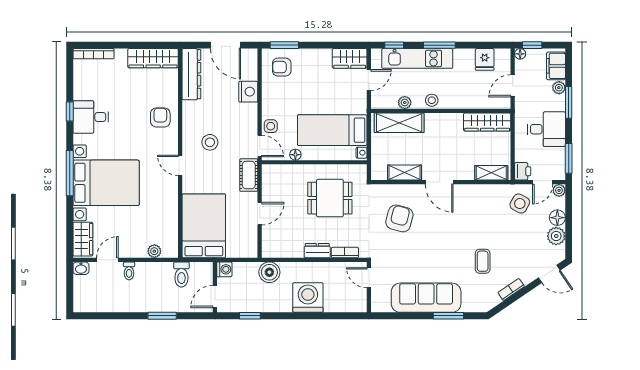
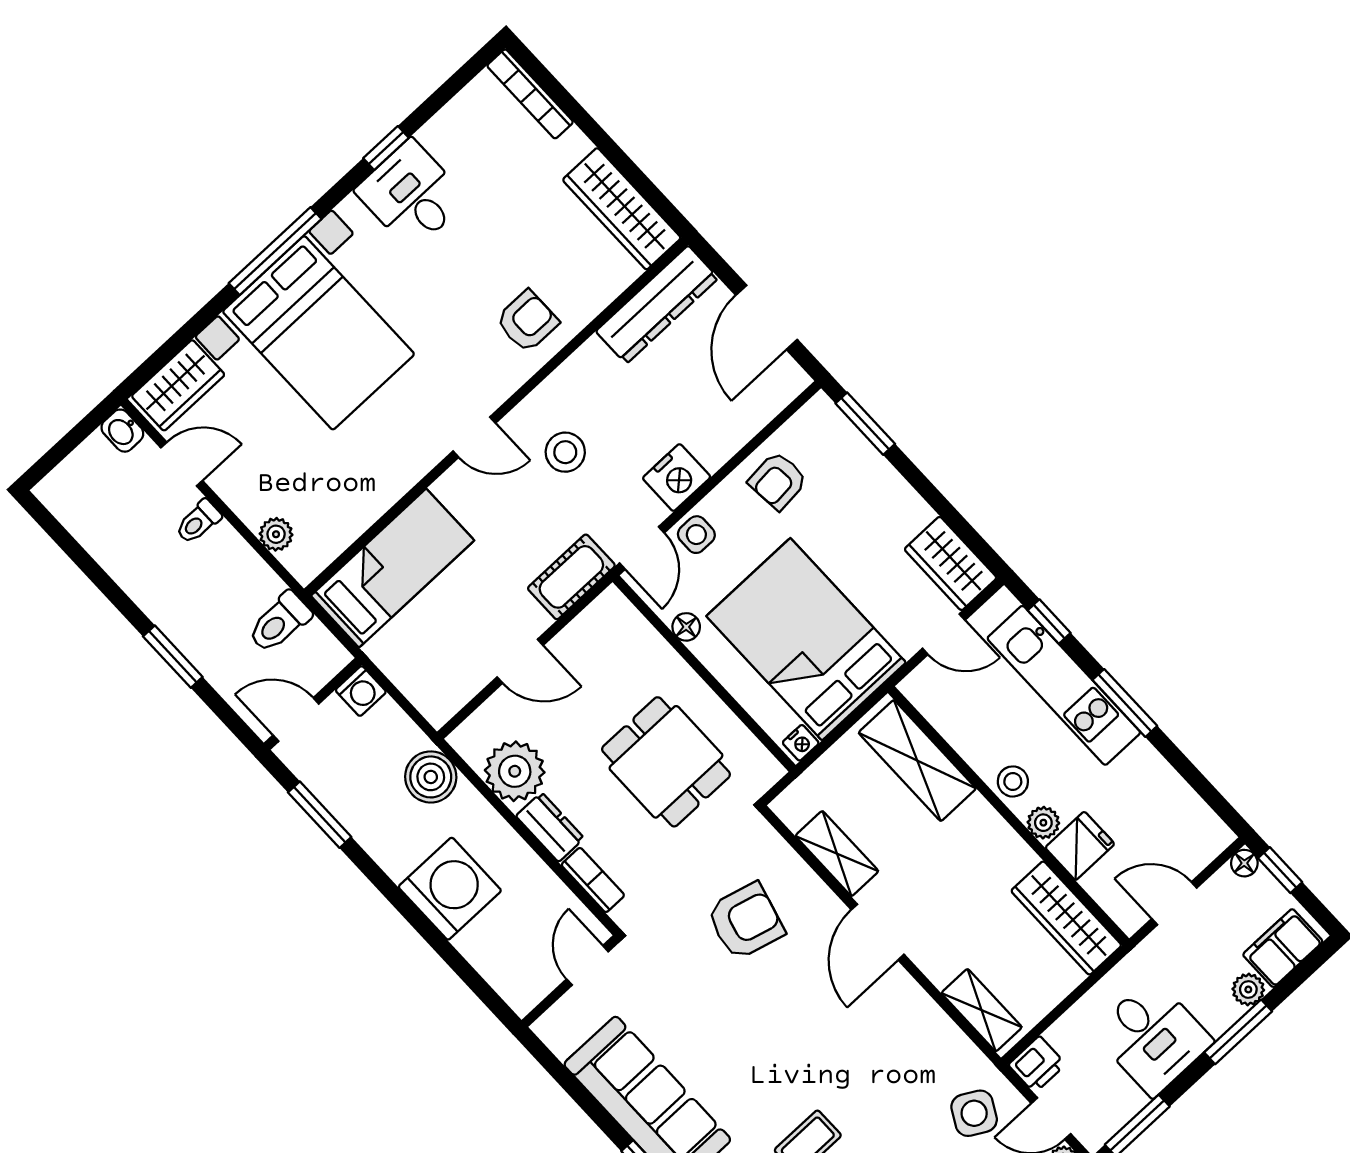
fridge: (485, 59) -> (1080, 846), moved, turned 180
armchair: (282, 67) -> (778, 481), moved, turned -95
nightstand: (248, 92) -> (677, 478), moved
plant: (405, 103) -> (1043, 823), moved
bed: (332, 130) -> (806, 639), width x1.50
door: (180, 165) -> (474, 437), swing flipped
bed: (204, 226) -> (393, 568), width x0.67
plant: (291, 246) -> (515, 771), added
window: (250, 316) -> (320, 815), width x1.50

